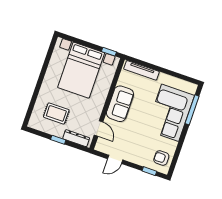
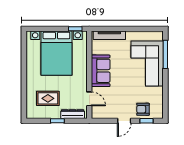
armchair: (161, 158) -> (143, 109), moved
door: (115, 159) -> (124, 121), moved

